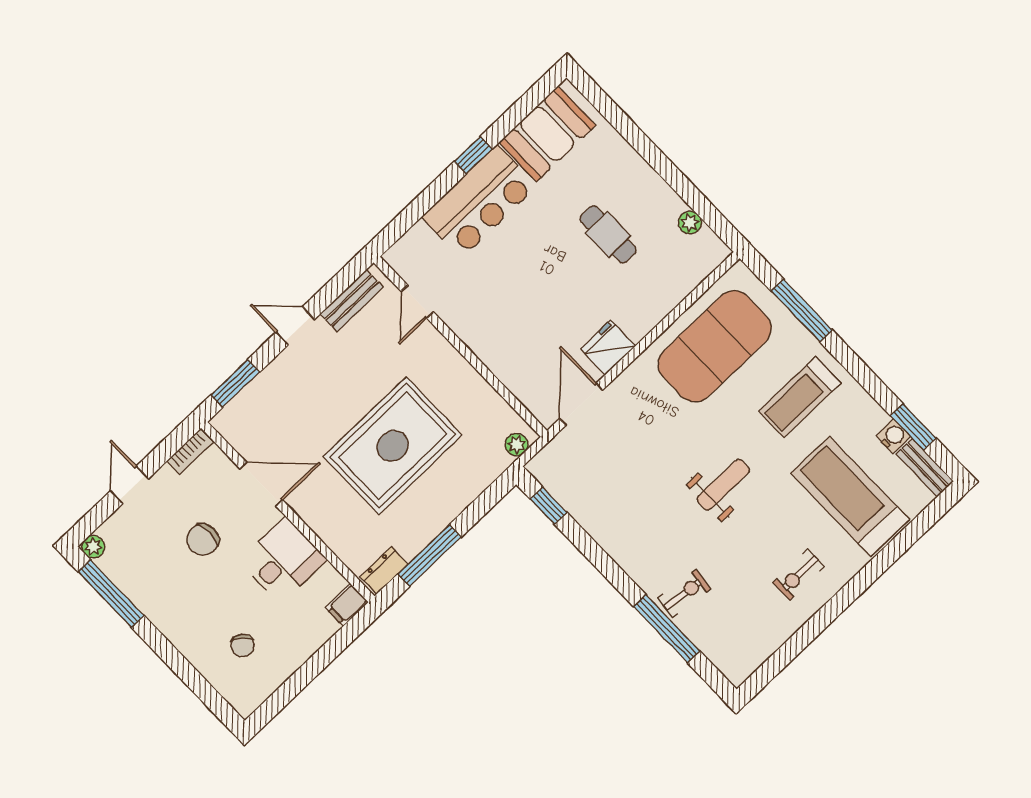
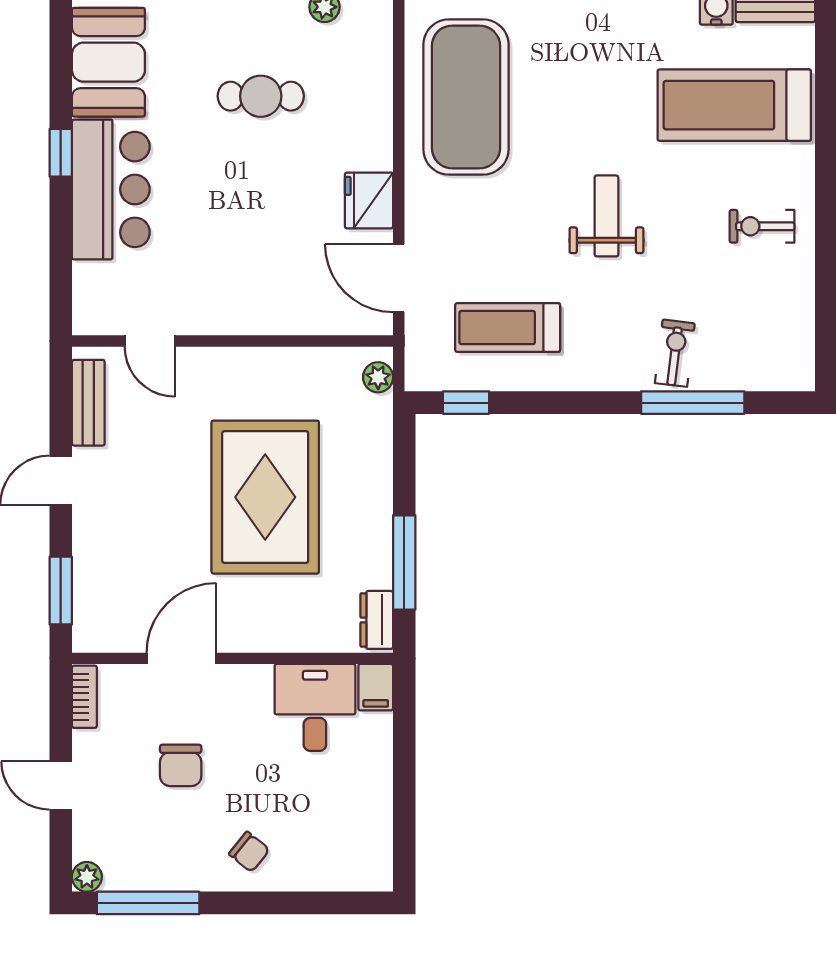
treadmill: (800, 397) -> (508, 328), moved, turned 90
desk: (283, 560) -> (315, 707), moved
exercise bike: (799, 575) -> (762, 226), turned 90
chair: (243, 645) -> (249, 852), moved

